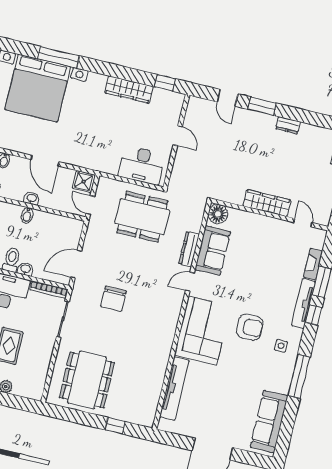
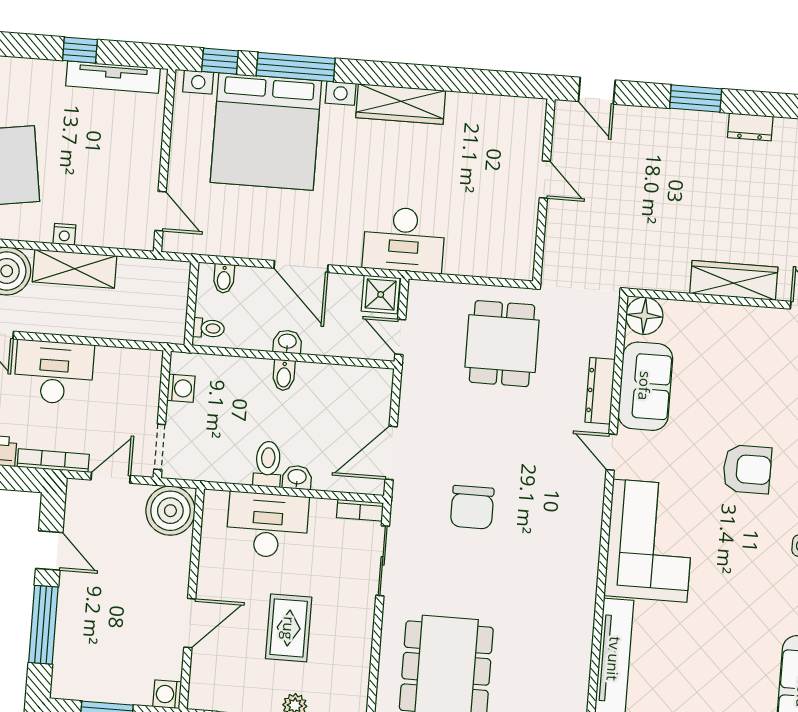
window: (165, 83) -> (220, 61), moved
wardrobe: (129, 90) -> (401, 104), moved
door: (227, 98) -> (597, 91), moved
desk: (141, 165) -> (404, 240), moved
dining table: (142, 217) -> (502, 344), width x0.73
door: (190, 282) -> (611, 452), hinge flipped
bookcase: (49, 290) -> (360, 510), width x0.64
armchair: (250, 327) -> (747, 469), moved

